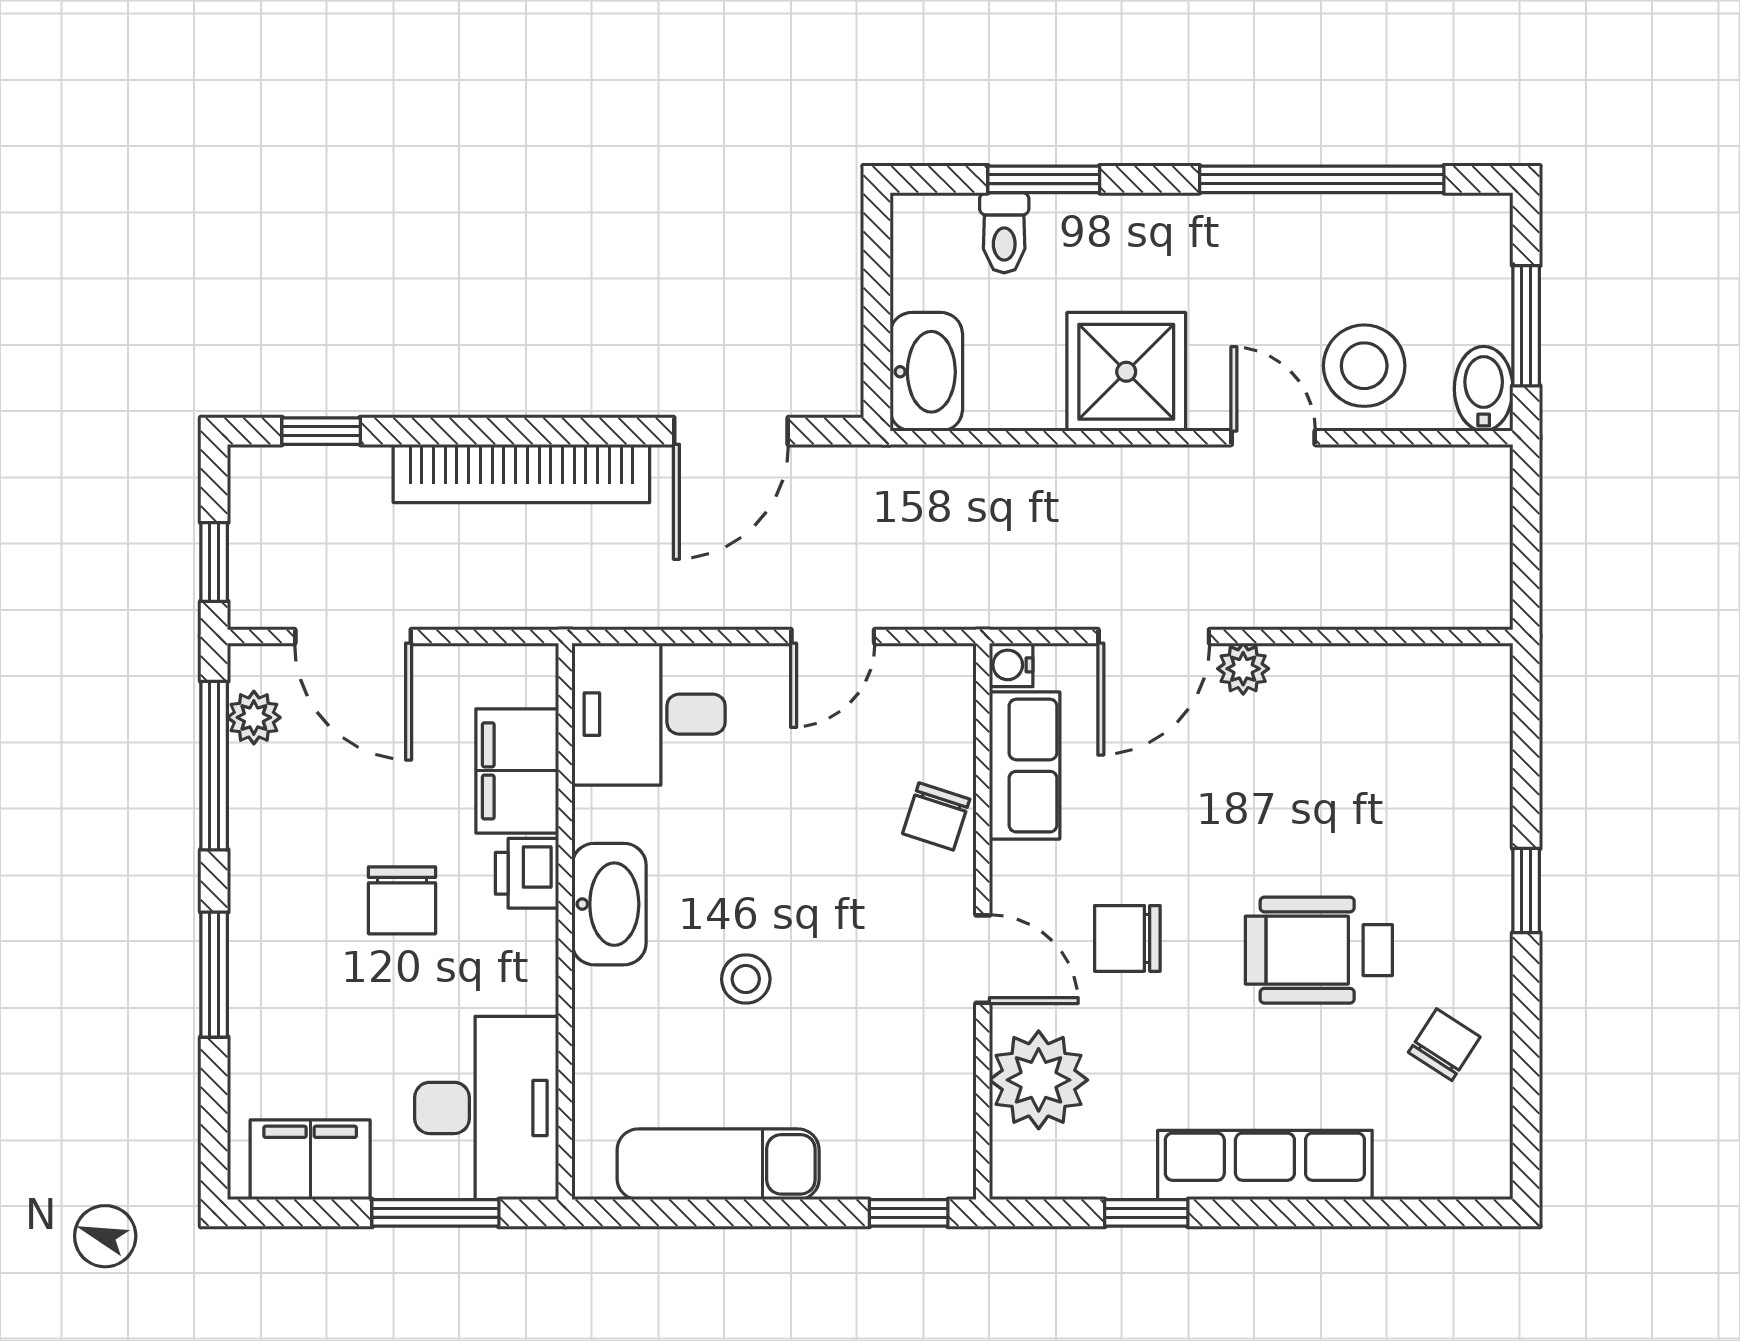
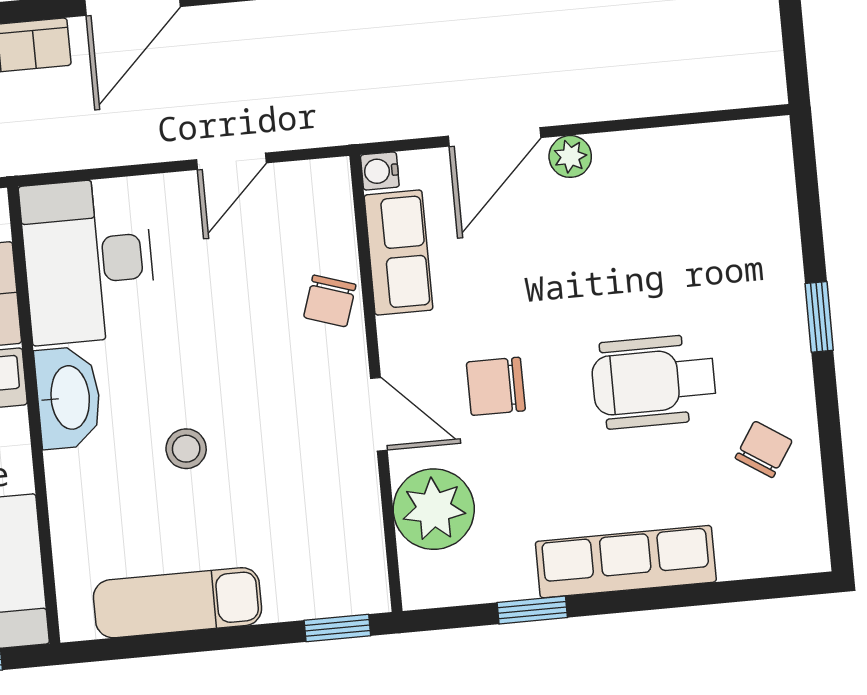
desk: (649, 714) -> (88, 261), width x1.37

